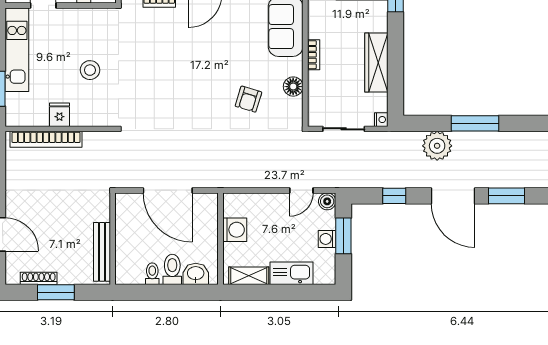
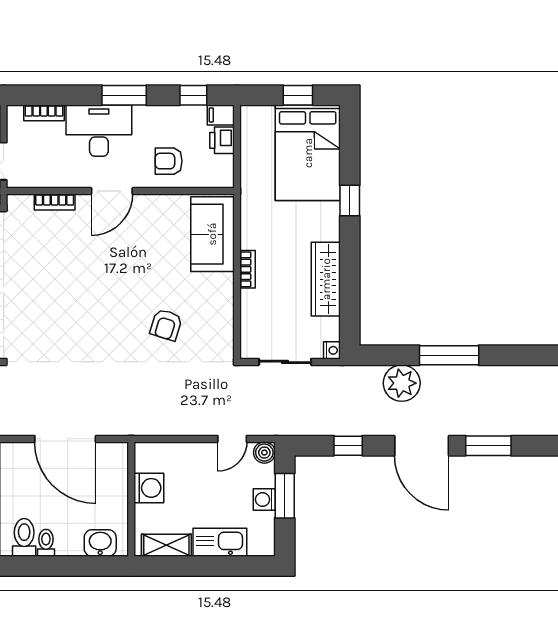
floor lamp: (293, 87) -> (222, 309), removed
toilet: (172, 269) -> (24, 537), moved

